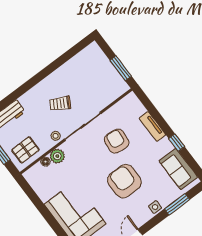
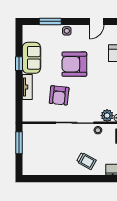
trolley: (60, 103) -> (86, 161), moved
sofa: (178, 169) -> (31, 58), moved
armchair: (124, 181) -> (74, 64), turned 90

